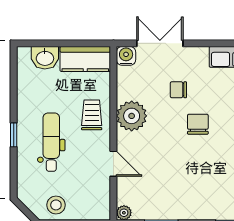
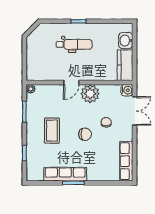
trolley: (92, 115) -> (91, 69), removed
door: (113, 164) -> (71, 83), moved
coffee table: (192, 178) -> (52, 131), added
stool: (56, 205) -> (36, 47), removed

